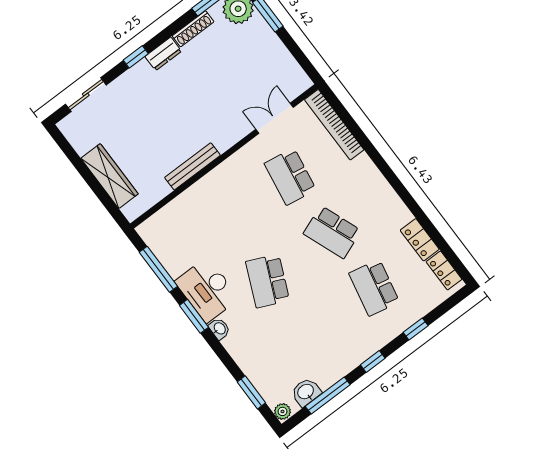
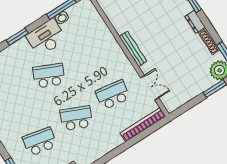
bench: (192, 166) -> (133, 49), moved
school desk: (332, 232) -> (76, 118), turned 45
window: (194, 316) -> (17, 37), moved
washbasin: (219, 329) -> (62, 18), moved

